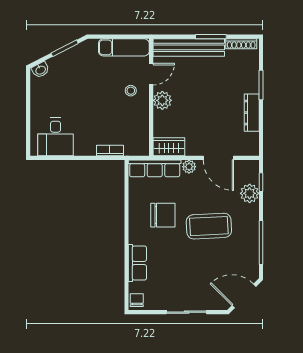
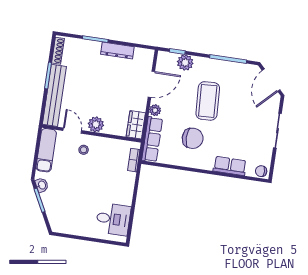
washbasin: (40, 70) -> (42, 185), moved
bookcase: (110, 151) -> (134, 160), moved
chair: (163, 215) -> (193, 138), turned 90

